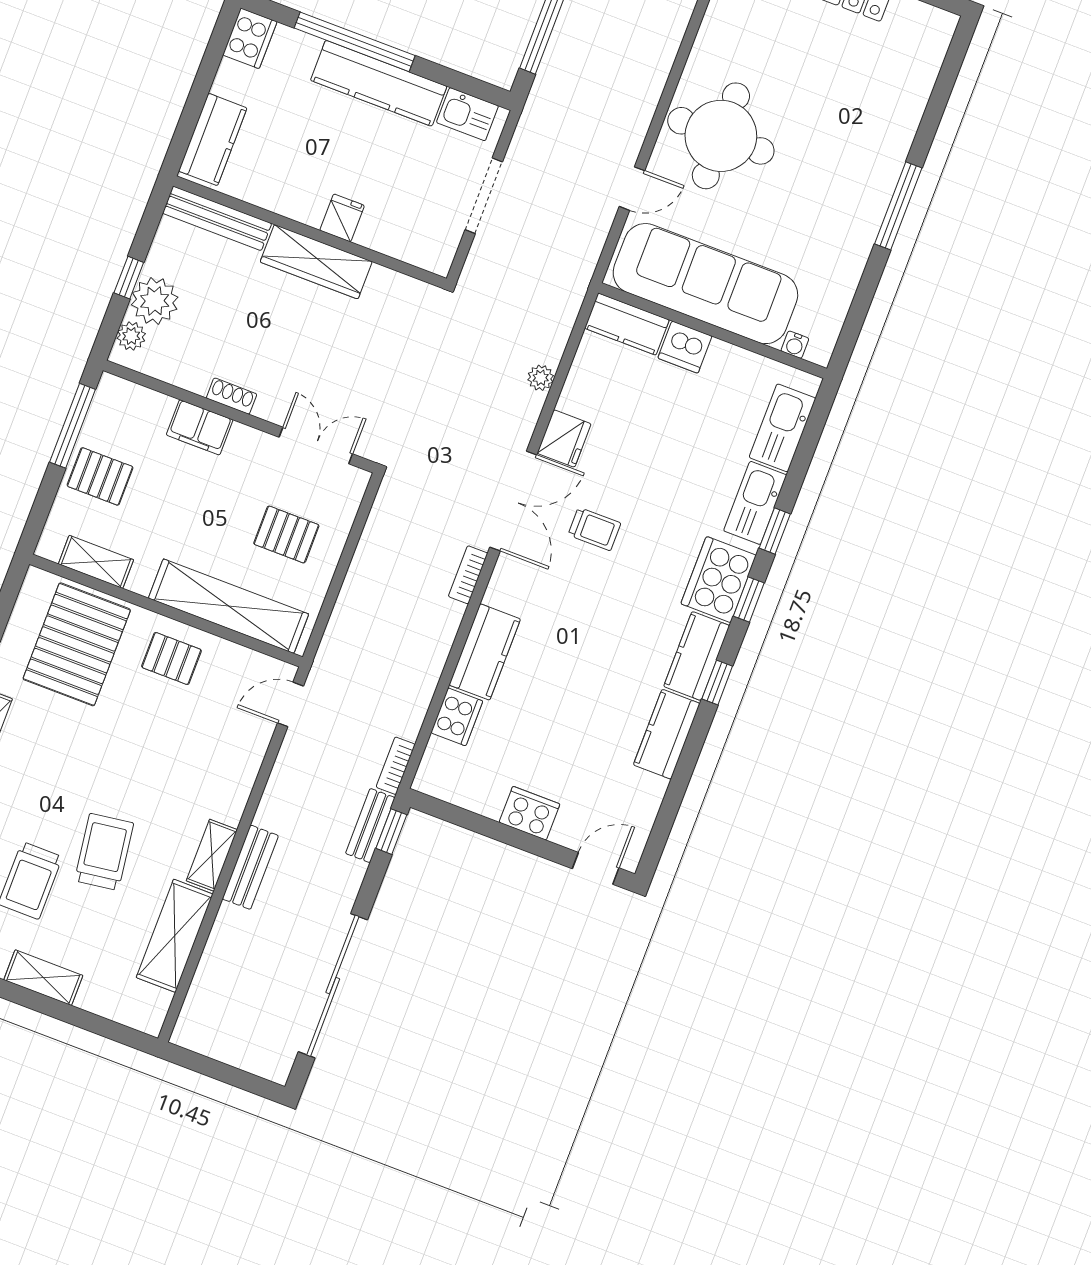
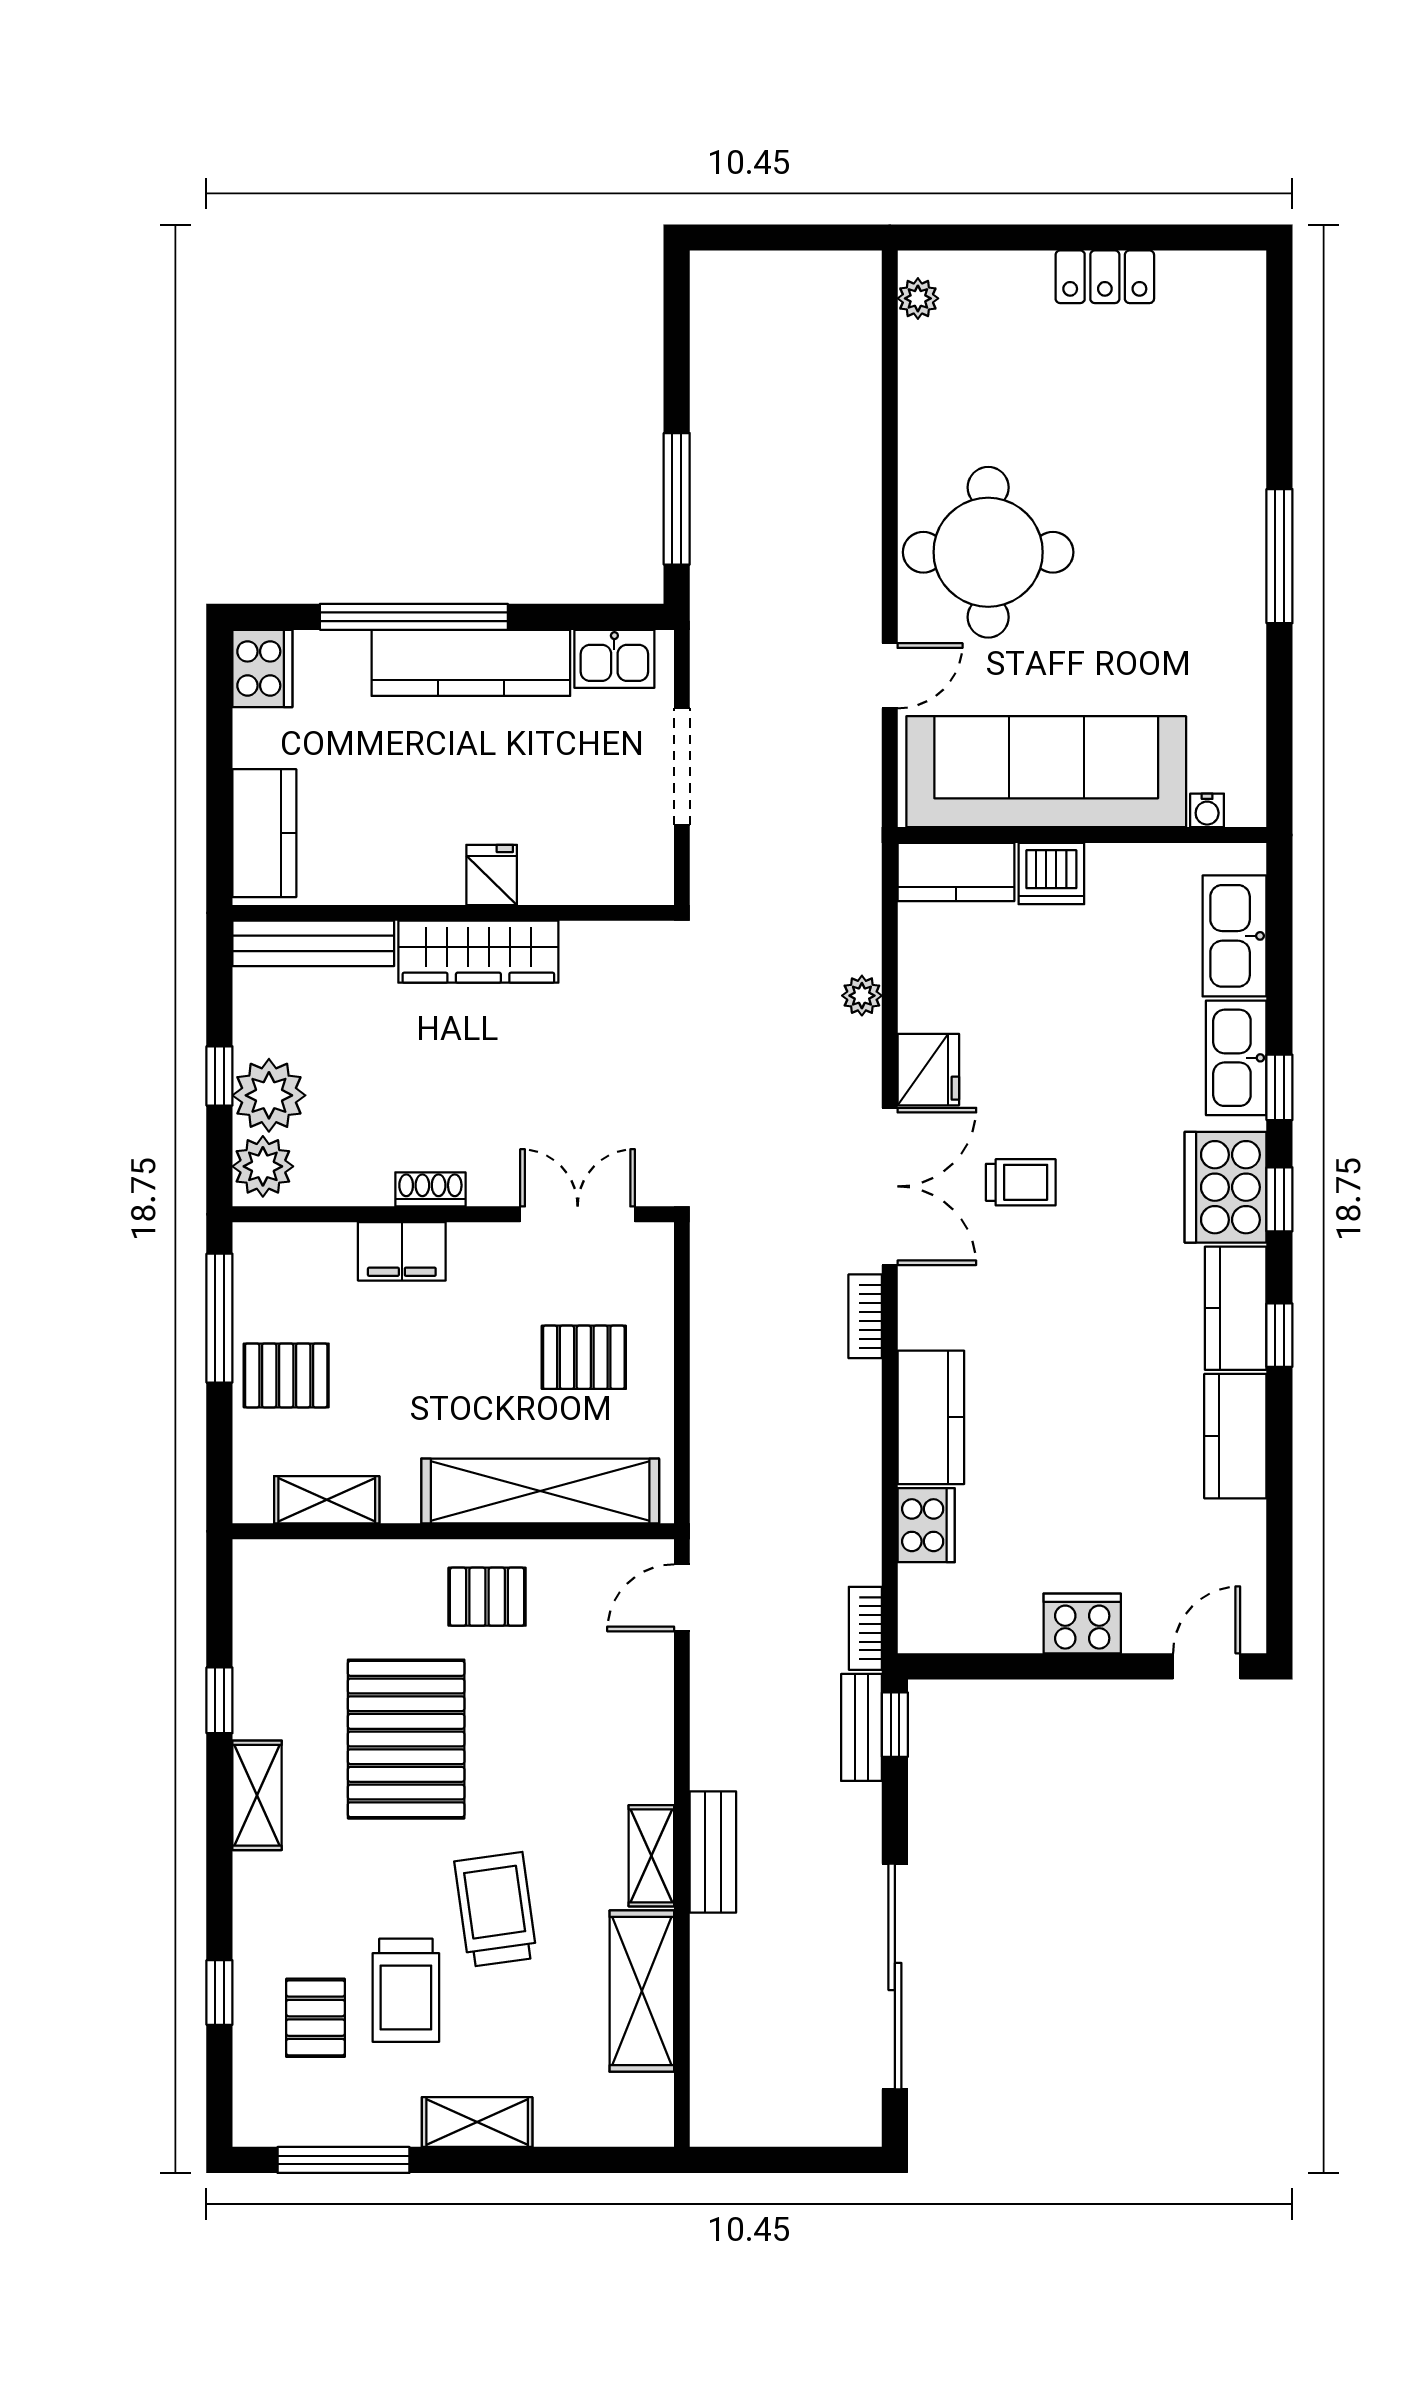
plant: (131, 336) -> (263, 1166), width x1.38, depth x1.38
pallet: (77, 644) -> (406, 1739), moved

